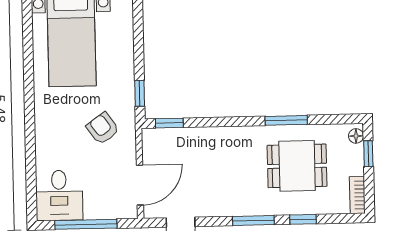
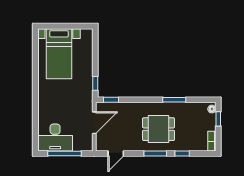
armchair: (103, 128) -> (75, 102), removed
dining table: (297, 166) -> (159, 129), moved
door: (140, 185) -> (94, 123), moved
desk: (59, 195) -> (55, 138), width x1.37

